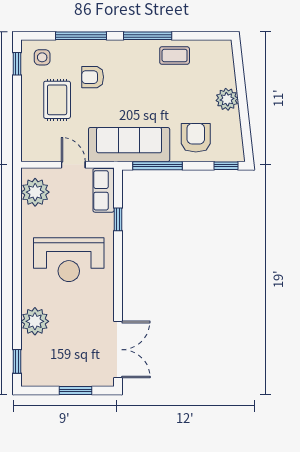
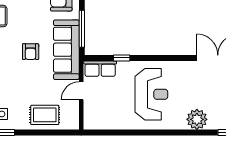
armchair: (93, 77) -> (31, 52), moved
rug: (57, 100) -> (45, 115), moved
plant: (35, 192) -> (101, 119), removed

